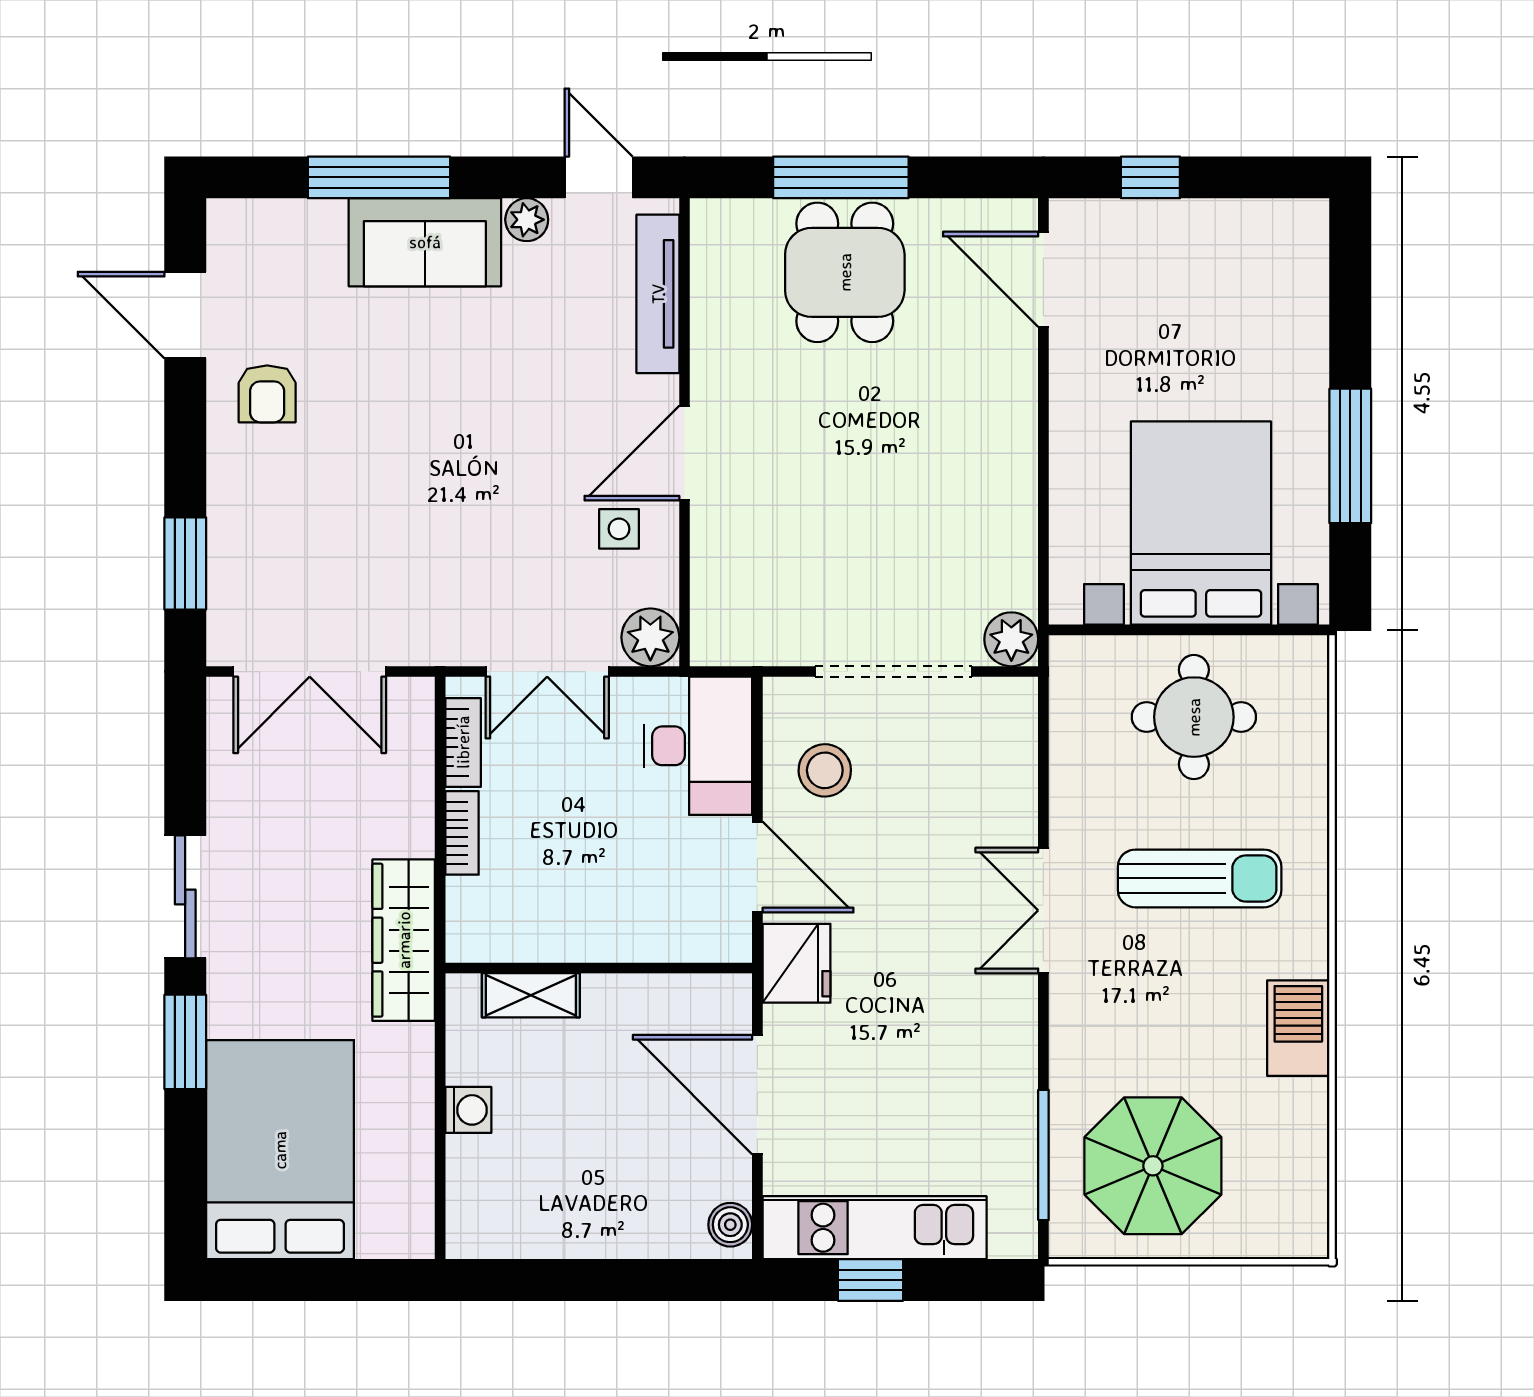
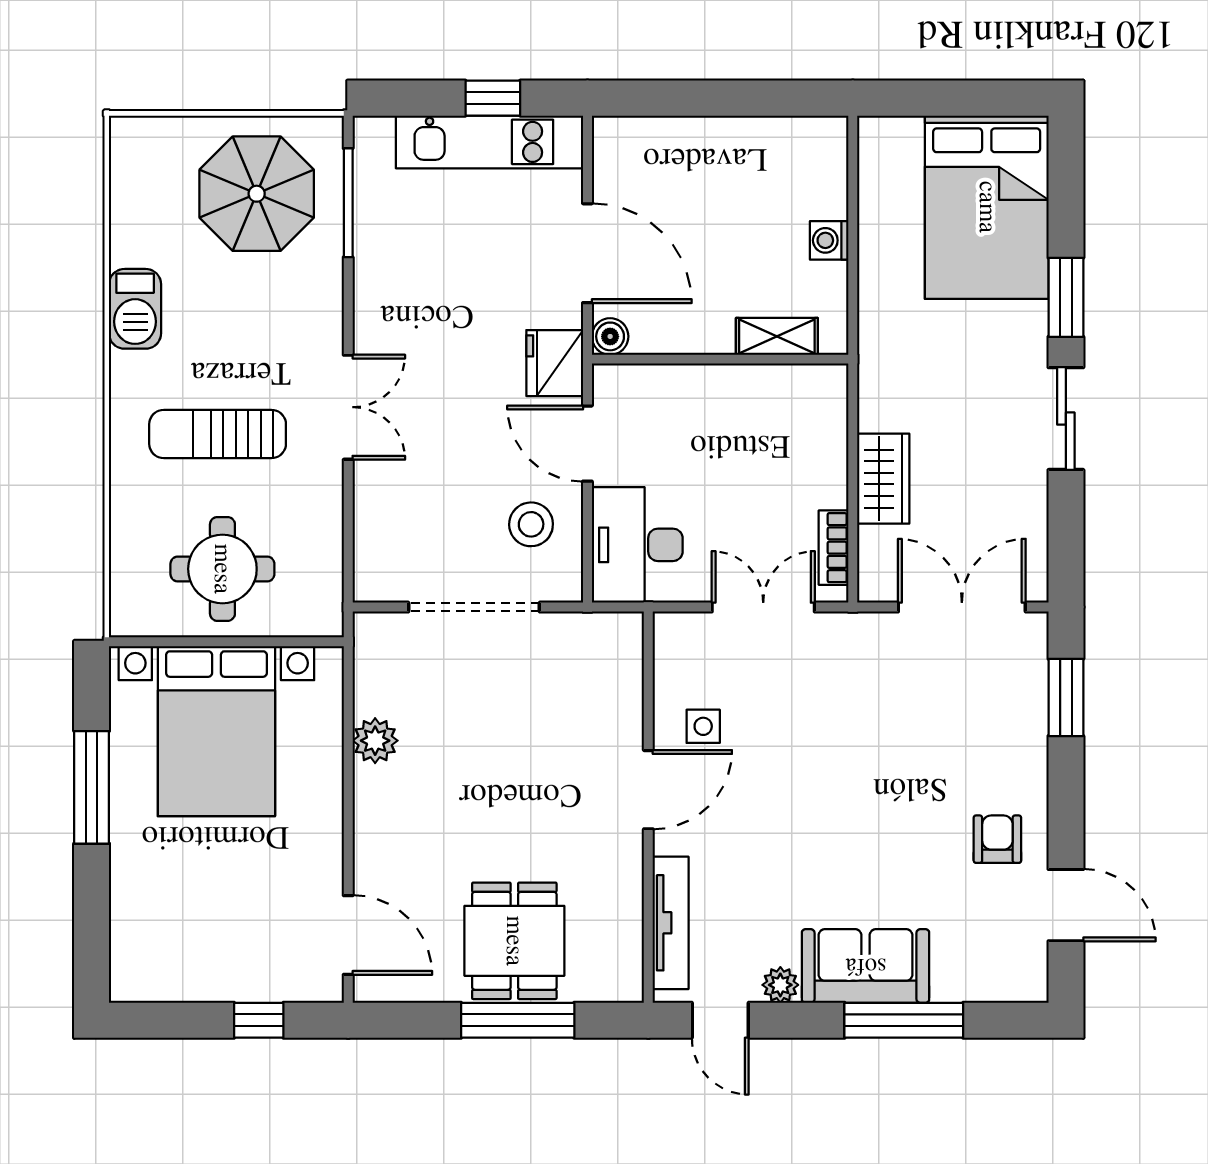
plant: (650, 637) -> (677, 636), removed
plant: (1011, 639) -> (375, 741), moved
bookcase: (462, 833) -> (834, 472), removed
wardrobe: (404, 940) -> (883, 479), moved, width x0.67
boiler: (730, 1225) -> (610, 336), moved

